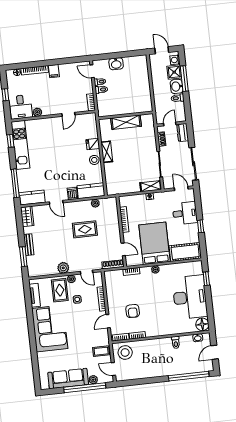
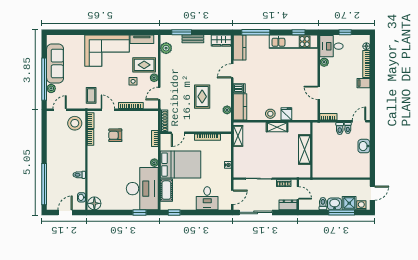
shelving: (151, 186) -> (238, 136), moved
window: (201, 226) -> (174, 212), moved
cot: (185, 252) -> (166, 190), width x0.73, depth x0.75
plant: (63, 268) -> (166, 48), moved
desk: (190, 297) -> (142, 189), moved, turned -90
coffee table: (101, 351) -> (91, 95), moved
door: (214, 352) -> (65, 212), hinge flipped

